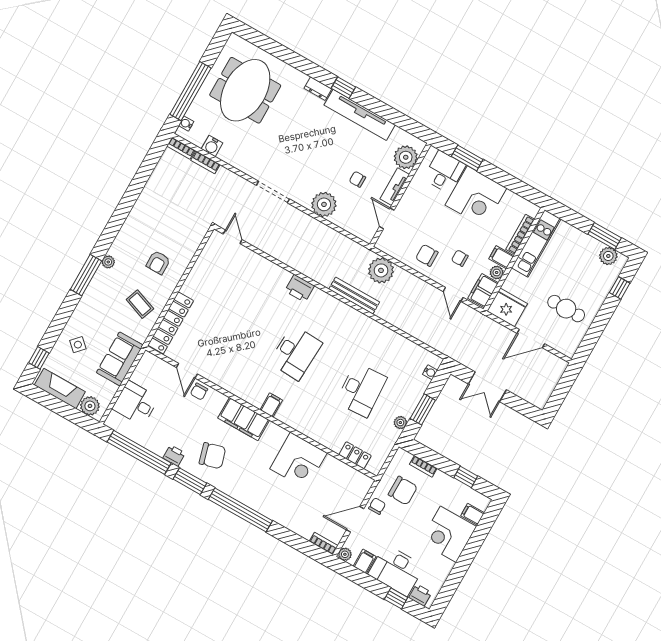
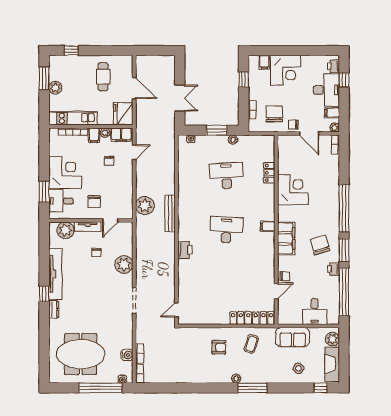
chair: (427, 255) -> (94, 202), moved
plant: (608, 256) -> (55, 88), moved
locker: (355, 455) -> (269, 173), moved

